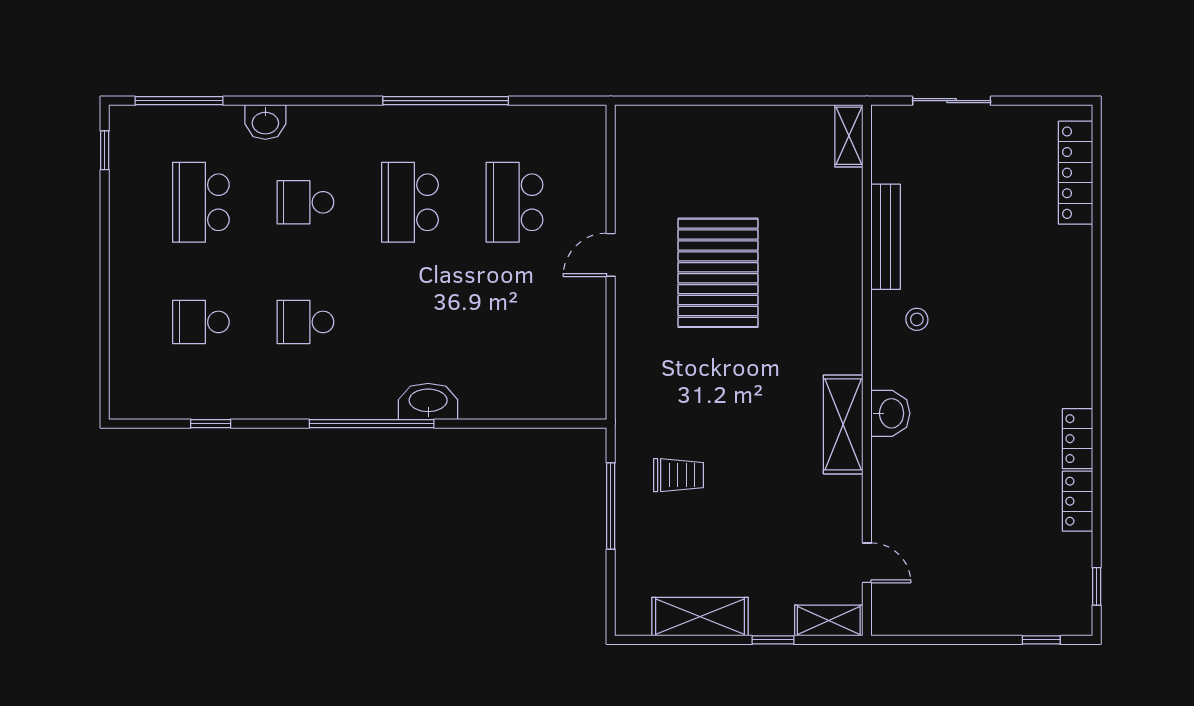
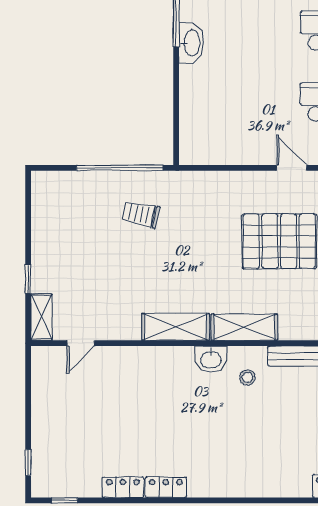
washbasin: (890, 413) -> (211, 359), moved
trolley: (678, 475) -> (141, 214), turned 102
window: (611, 506) -> (120, 168), width x1.46
shelving: (700, 617) -> (244, 327), moved, turned 90

